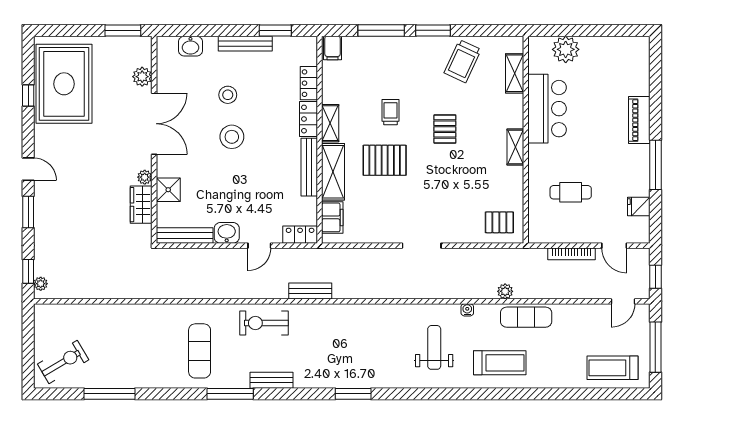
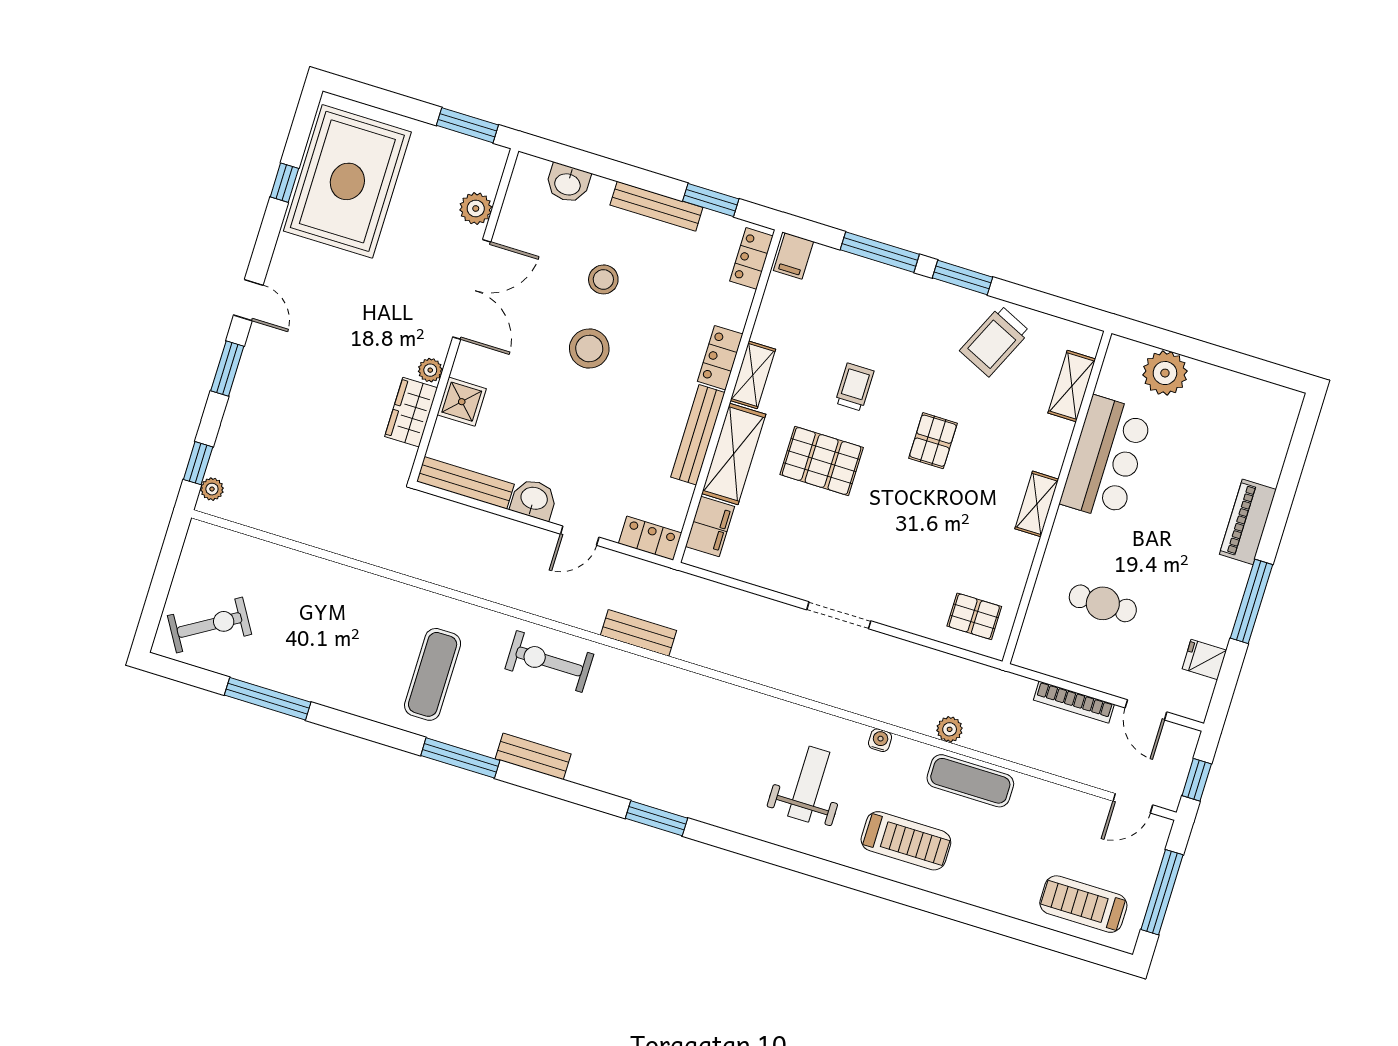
locker: (309, 83) -> (751, 258), moved

